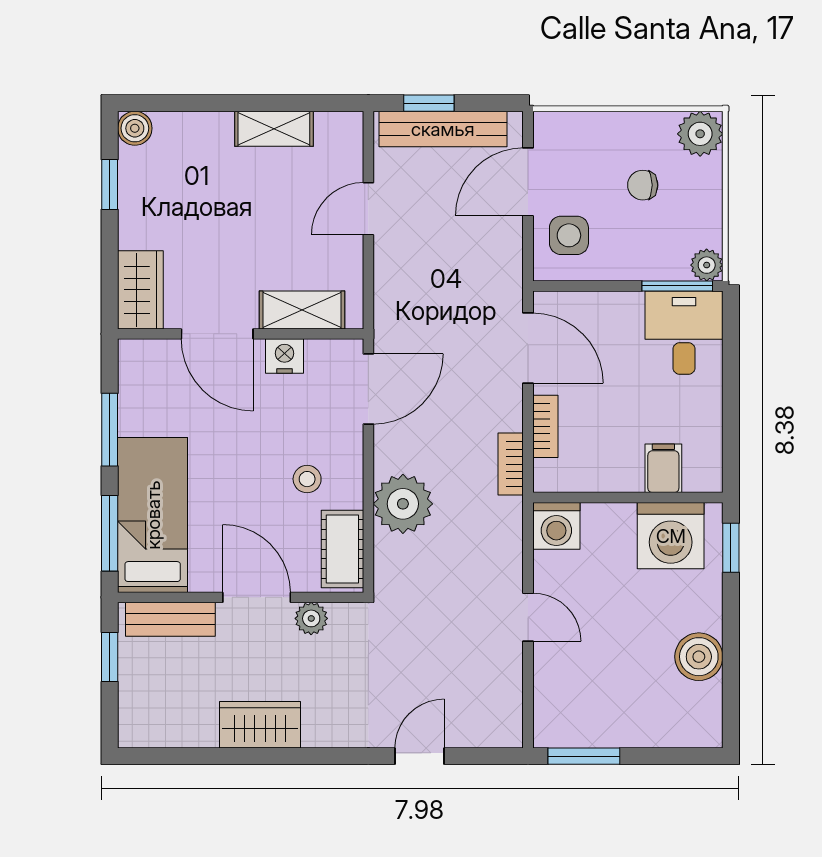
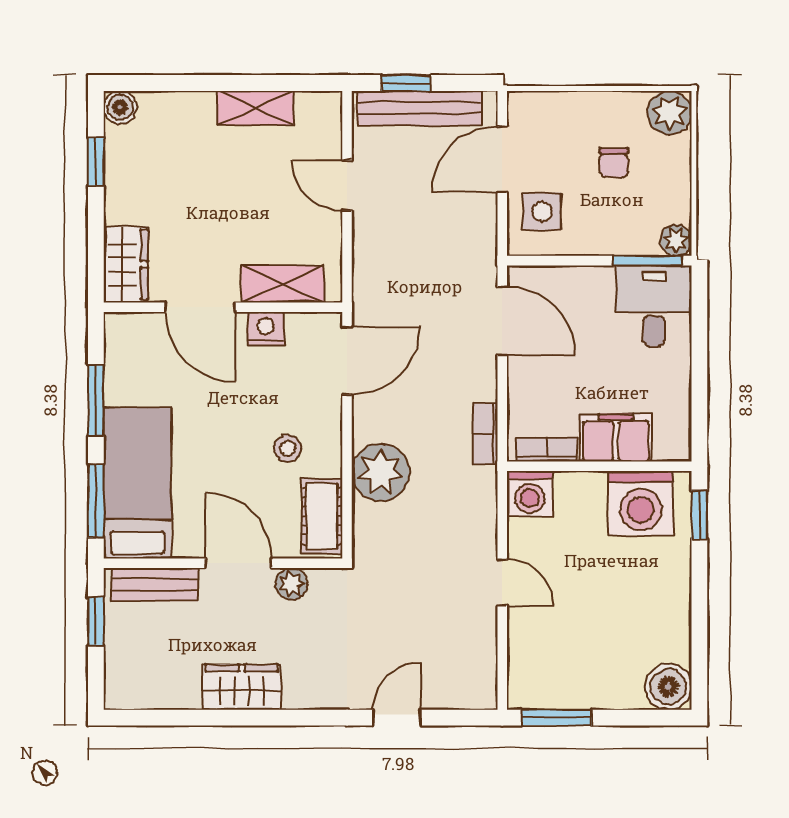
chair: (643, 185) -> (614, 163), turned -90
door: (368, 209) -> (347, 186), hinge flipped
bookcase: (545, 426) -> (547, 449), moved, turned -90
filing cabinet: (663, 468) -> (616, 438), width x2.00
boiler: (699, 657) -> (668, 687), moved

